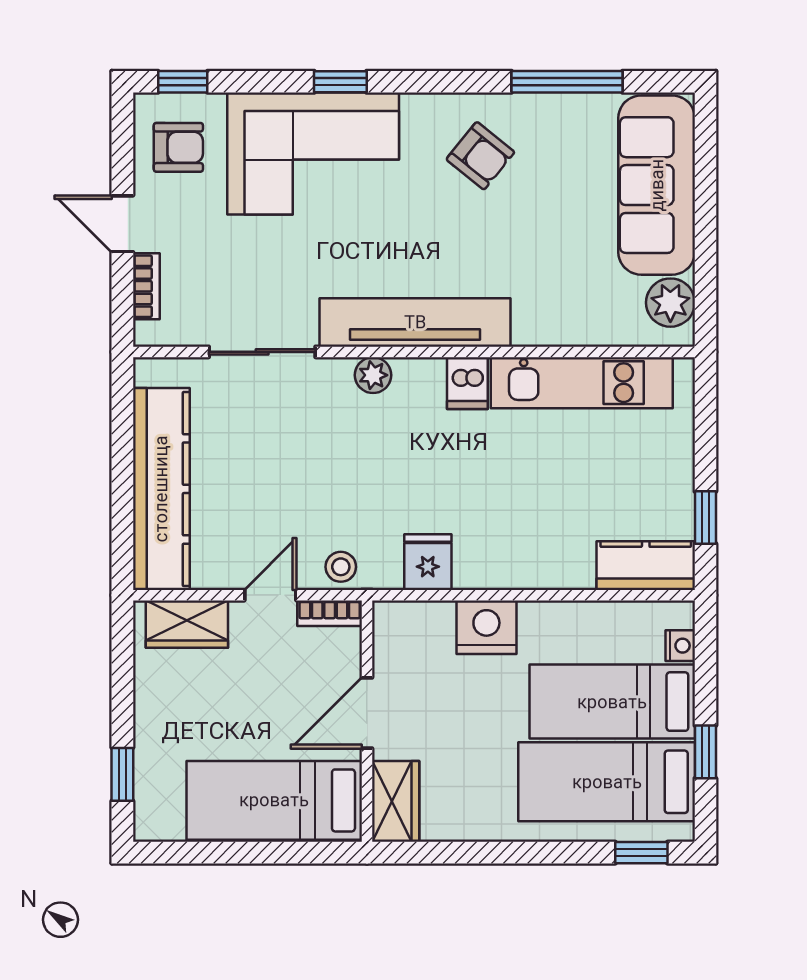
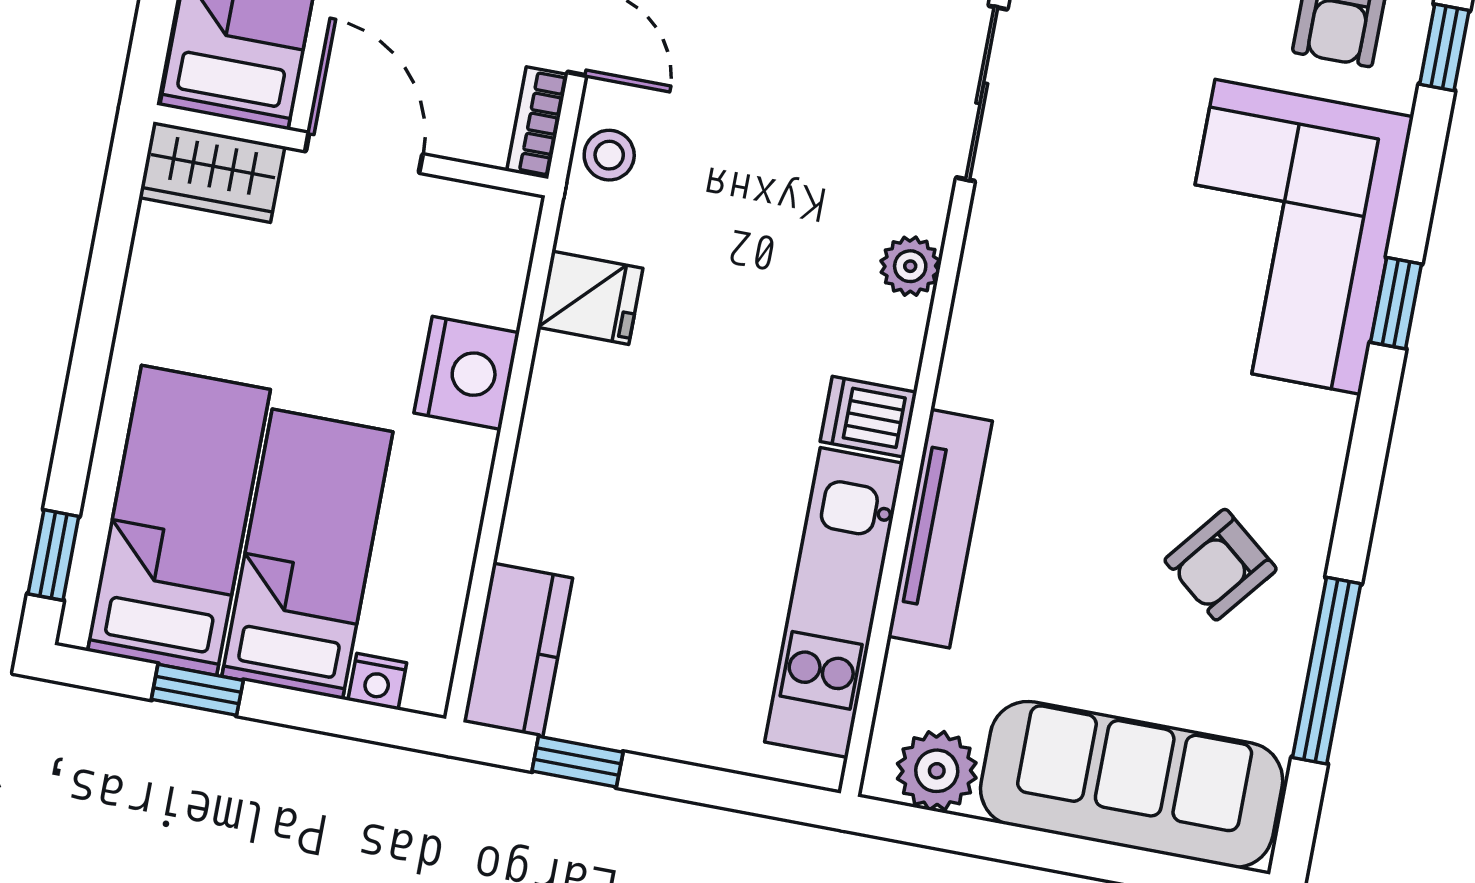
armchair: (480, 156) -> (1221, 565), moved
tv unit: (415, 322) -> (940, 529), moved, width x0.73, depth x0.78

